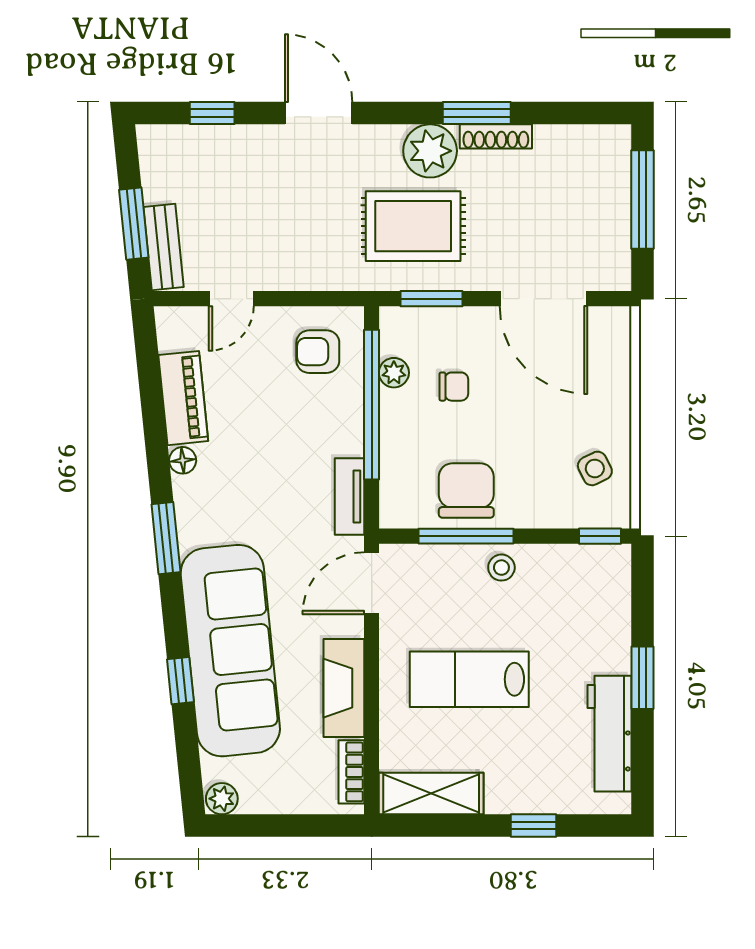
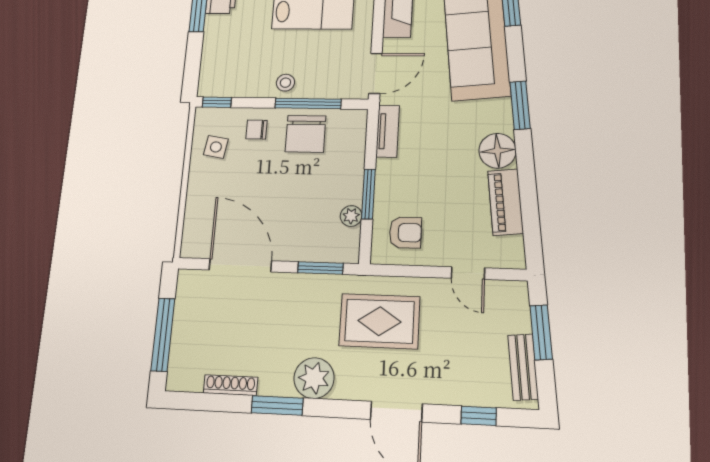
shoe rack: (496, 136) -> (230, 385), moved
rug: (413, 226) -> (379, 321), moved
bench: (163, 247) -> (523, 367), moved
door: (231, 299) -> (468, 273), swing flipped
chair: (454, 387) -> (256, 130), moved
window: (372, 405) -> (368, 194), width x0.47
floor lamp: (183, 460) -> (497, 151), width x1.89, depth x1.89
side table: (595, 468) -> (216, 147), turned 35

